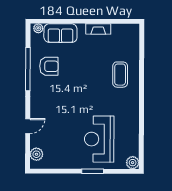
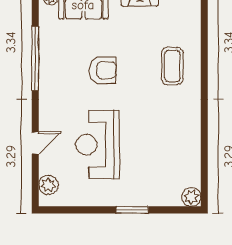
armchair: (49, 66) -> (103, 70), moved
reception desk: (99, 139) -> (98, 145), moved

